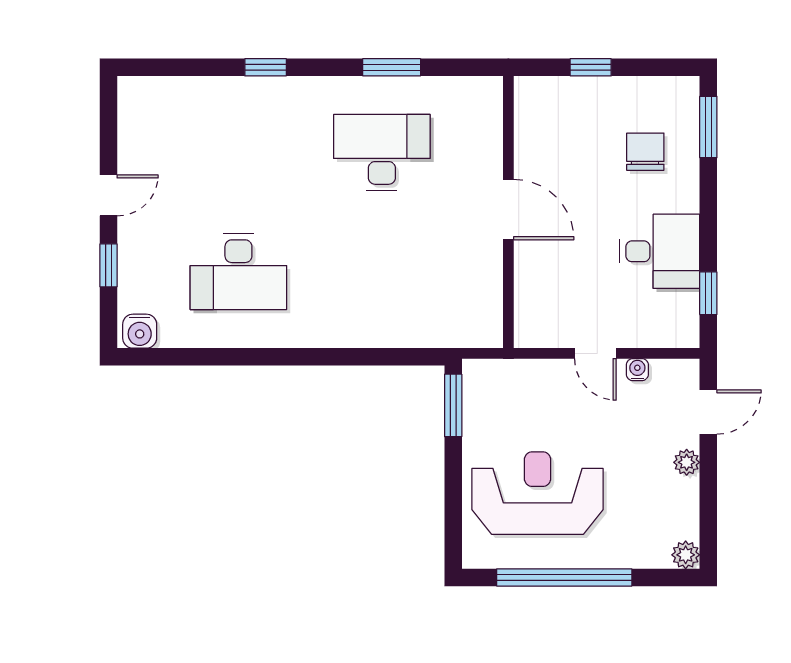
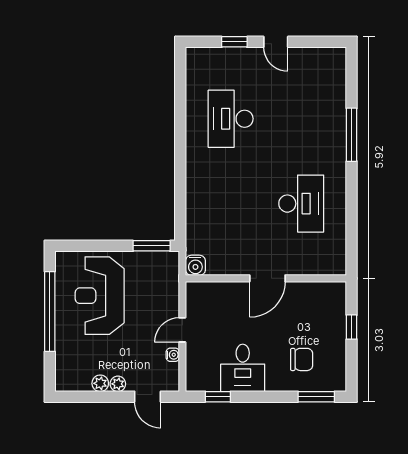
window: (266, 67) -> (352, 135), width x2.17
window: (392, 67) -> (352, 209), removed
water cooler: (140, 331) -> (195, 265), moved, turned -90
reception desk: (538, 493) -> (100, 296), turned 180
plant: (686, 555) -> (100, 383), moved

